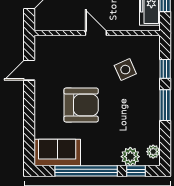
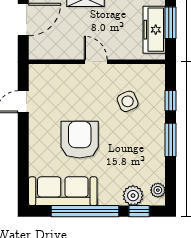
armchair: (81, 105) -> (80, 140), turned -90
sofa: (57, 153) -> (63, 191), width x1.36

